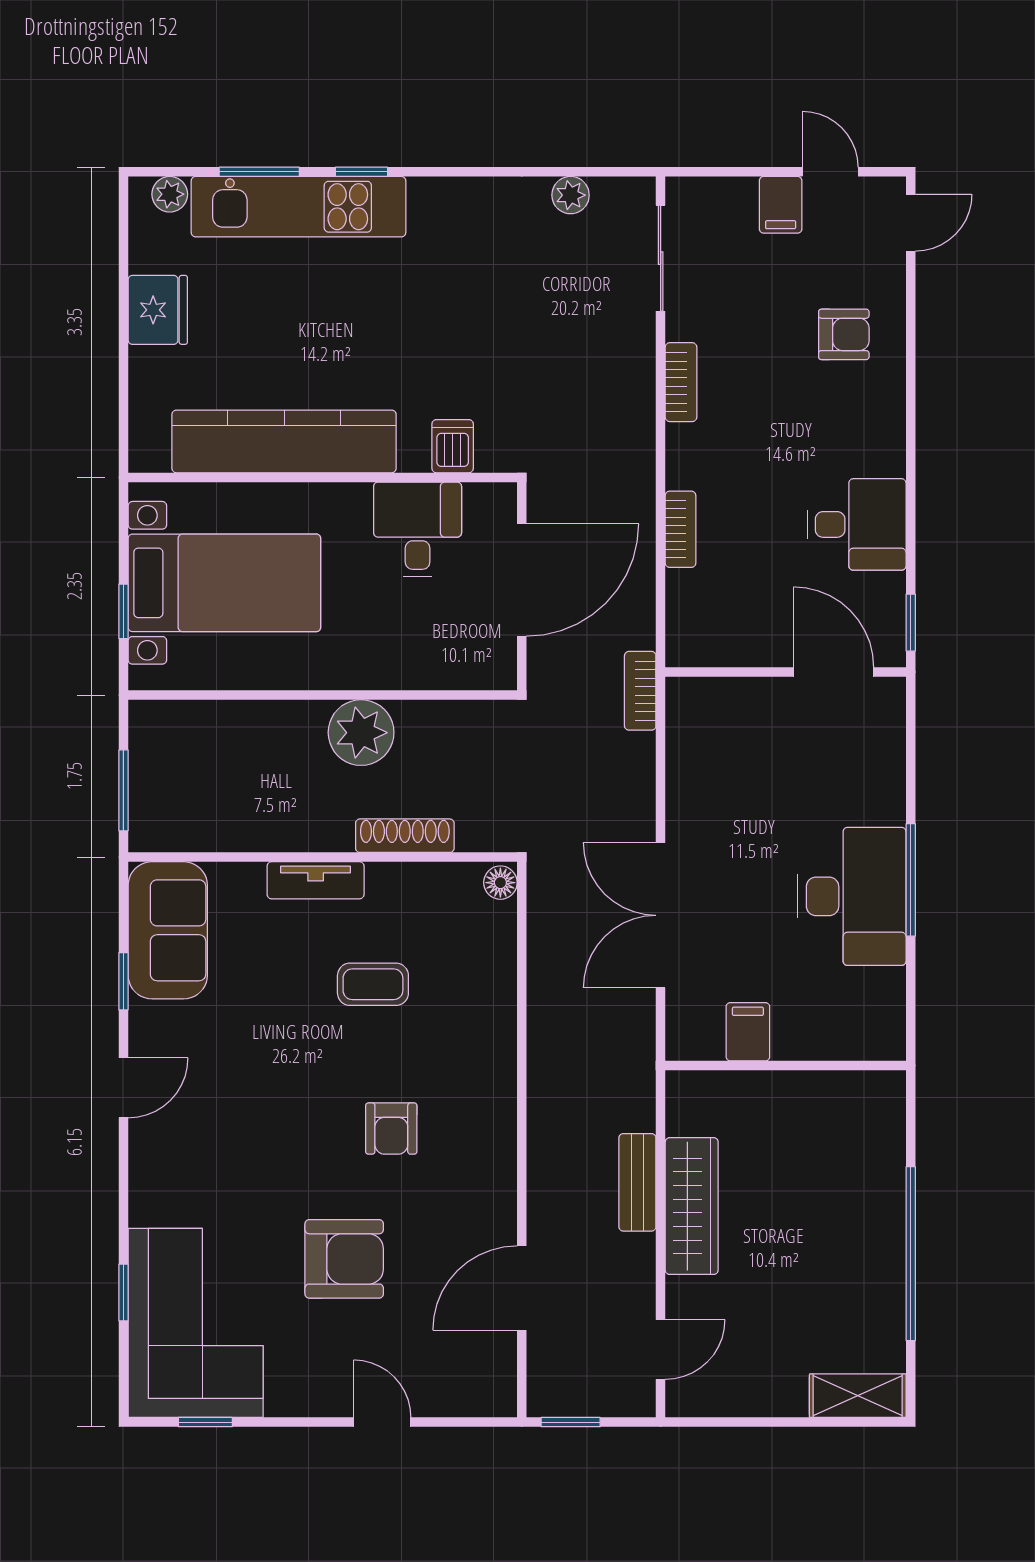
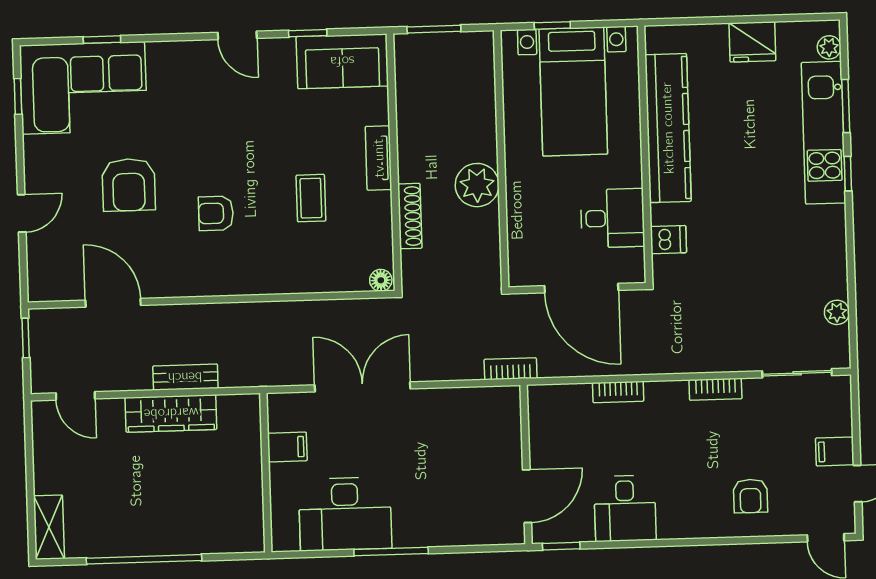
desk: (852, 896) -> (345, 514), moved

